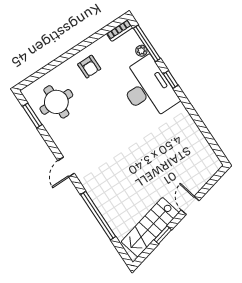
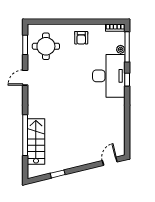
door: (66, 167) -> (25, 78), moved
door: (190, 205) -> (110, 161), moved
stairs: (150, 227) -> (36, 142), moved, turned 104

